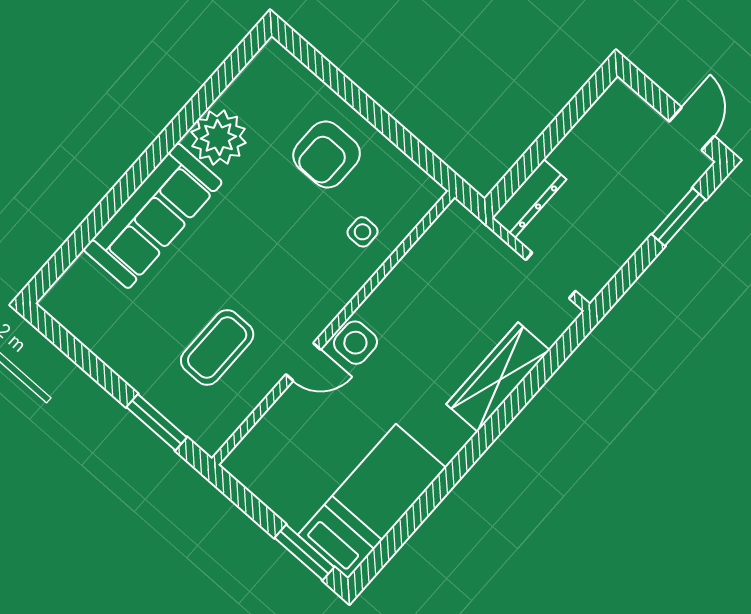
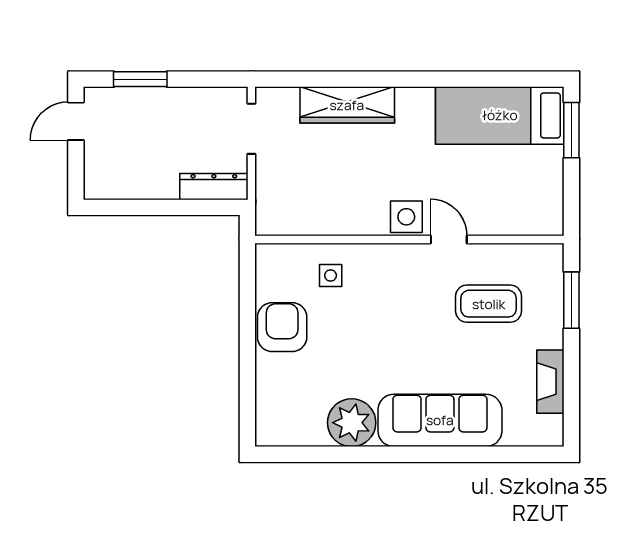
armchair: (327, 154) -> (282, 327), moved, turned -90
fireplace: (102, 341) -> (550, 382), added

